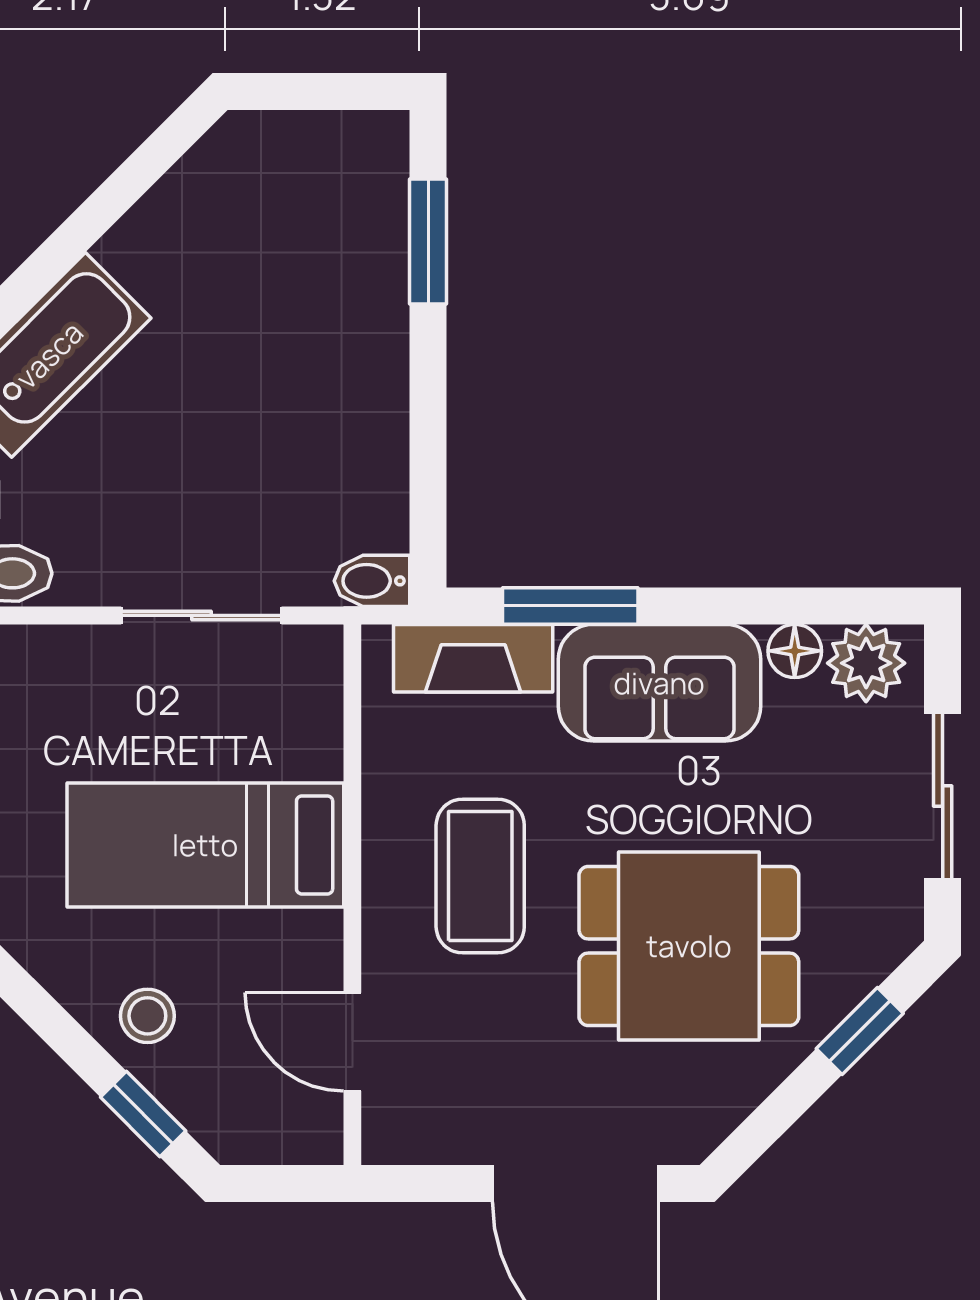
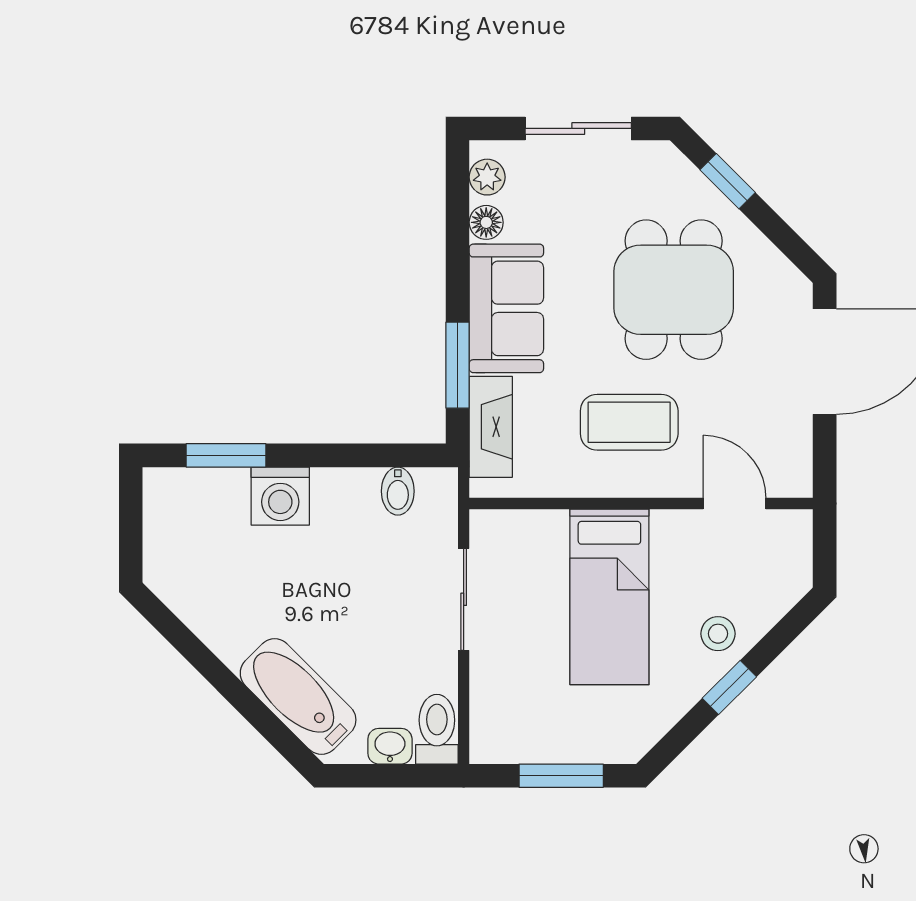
washing machine: (364, 327) -> (280, 496), added
bidet: (372, 581) -> (398, 491), moved
plant: (866, 663) -> (487, 177), width x0.73, depth x0.73
door: (352, 1042) -> (735, 503), swing flipped
window: (143, 1114) -> (729, 687), moved

